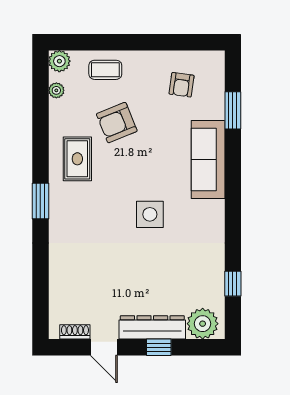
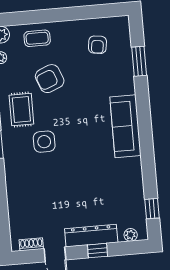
sofa: (208, 160) -> (125, 126), moved
side table: (150, 214) -> (44, 142), moved
window: (233, 284) -> (152, 209), moved
plant: (203, 324) -> (131, 235), width x0.53, depth x0.53

